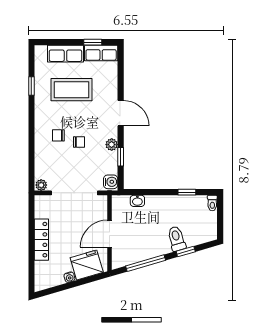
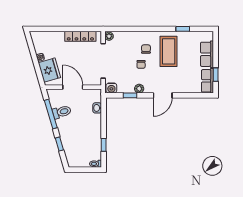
coffee table: (72, 90) -> (169, 51), moved
toilet: (177, 239) -> (62, 112), moved
locker: (41, 240) -> (80, 36), moved

